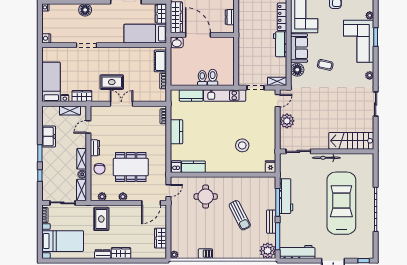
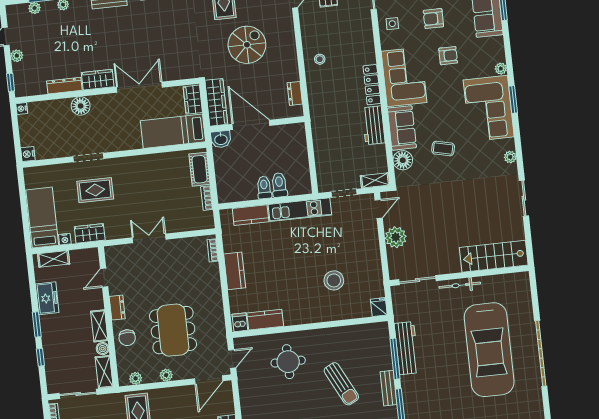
rug: (112, 82) -> (95, 190), moved
shelving: (70, 110) -> (54, 259), moved
dining table: (131, 167) -> (173, 330), turned 90
car: (341, 203) -> (489, 350), turned 180

